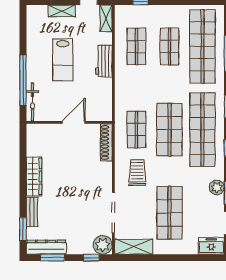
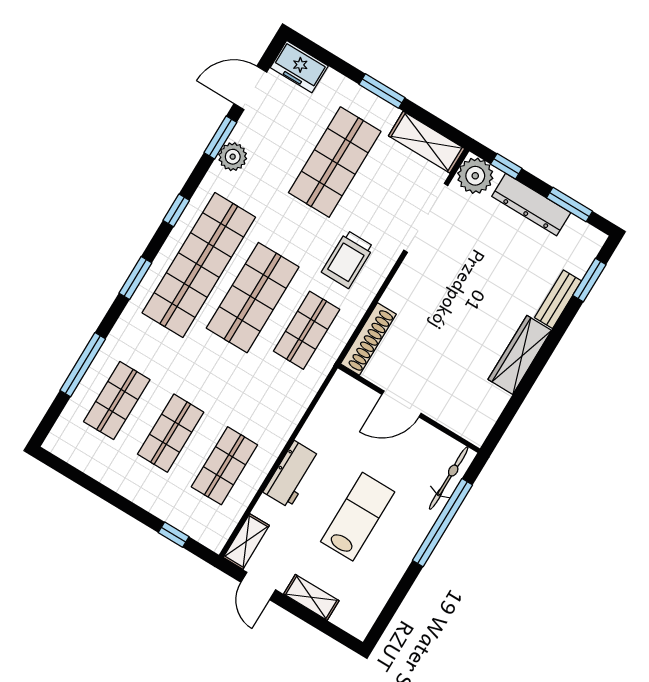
shop shelf: (202, 46) -> (117, 401), width x0.50, depth x0.74
dresser: (46, 247) -> (531, 205), moved
window: (168, 258) -> (382, 91), added

